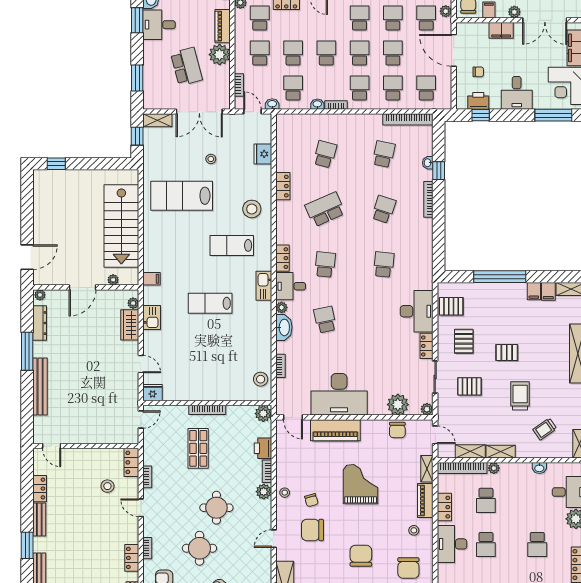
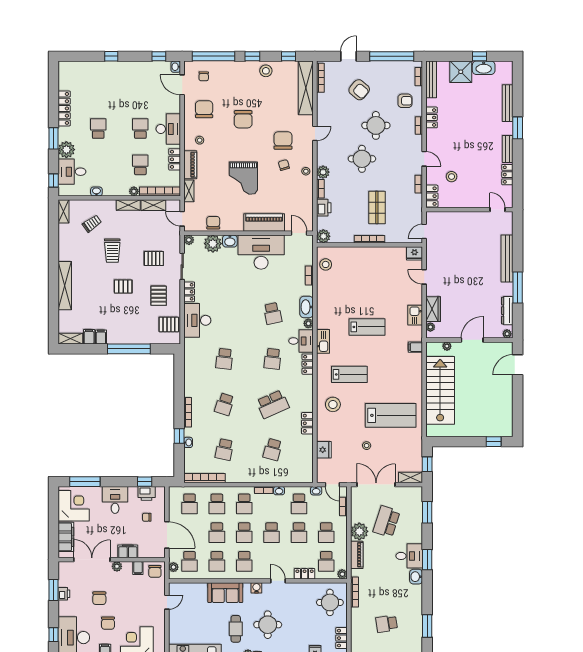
school desk: (186, 67) -> (387, 522), turned 33
washbasin: (377, 408) -> (230, 241), added
chair: (312, 530) -> (283, 140), turned -90

